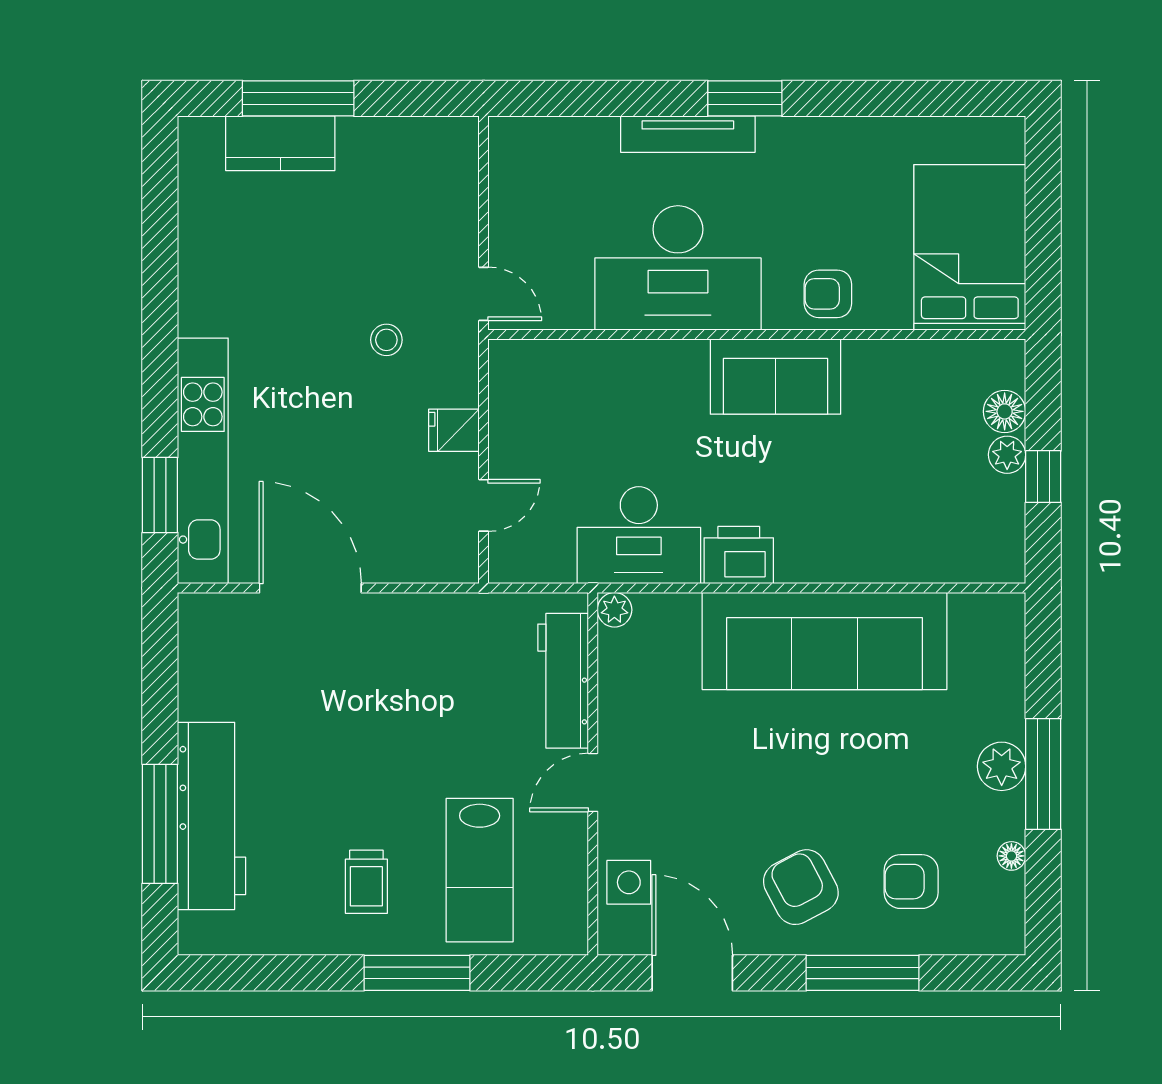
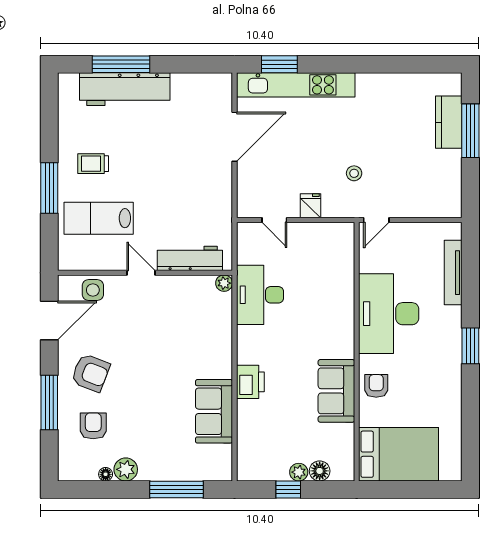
tv unit: (688, 134) -> (453, 273), moved
sofa: (776, 377) -> (336, 391), moved
printer: (739, 555) -> (250, 382), moved
sofa: (825, 641) -> (214, 411), width x0.54, depth x0.79
plant: (1002, 766) -> (126, 469), moved
window: (1043, 774) -> (176, 490), moved
armchair: (801, 887) -> (91, 373), turned 49

